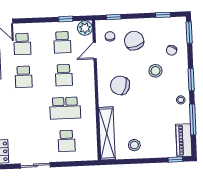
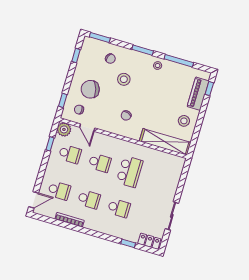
chair: (120, 85) -> (126, 115), width x0.54, depth x0.54
piano: (184, 140) -> (198, 94), moved, turned 90
school desk: (66, 141) -> (119, 208), moved

